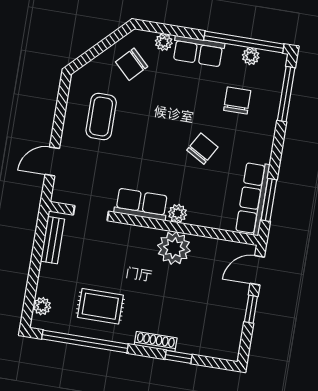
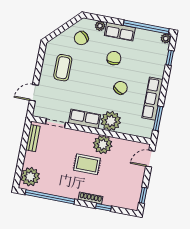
plant: (251, 56) -> (166, 38), moved
window: (286, 94) -> (170, 58), width x0.46
chair: (237, 100) -> (114, 58), moved
row of seats: (253, 199) -> (152, 99), moved
plant: (178, 213) -> (111, 121), width x1.88, depth x1.88
plant: (42, 306) -> (30, 177), width x1.88, depth x1.88
rug: (100, 306) -> (87, 164), moved
window: (251, 309) -> (143, 195), moved

